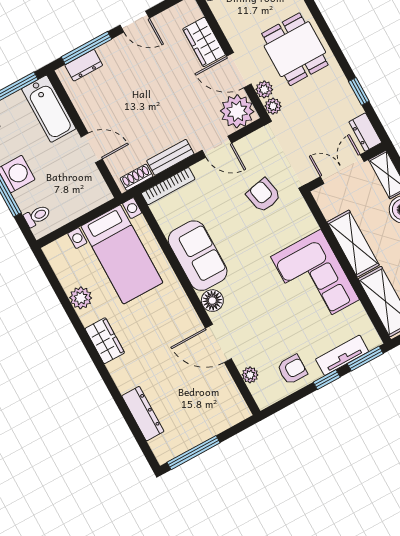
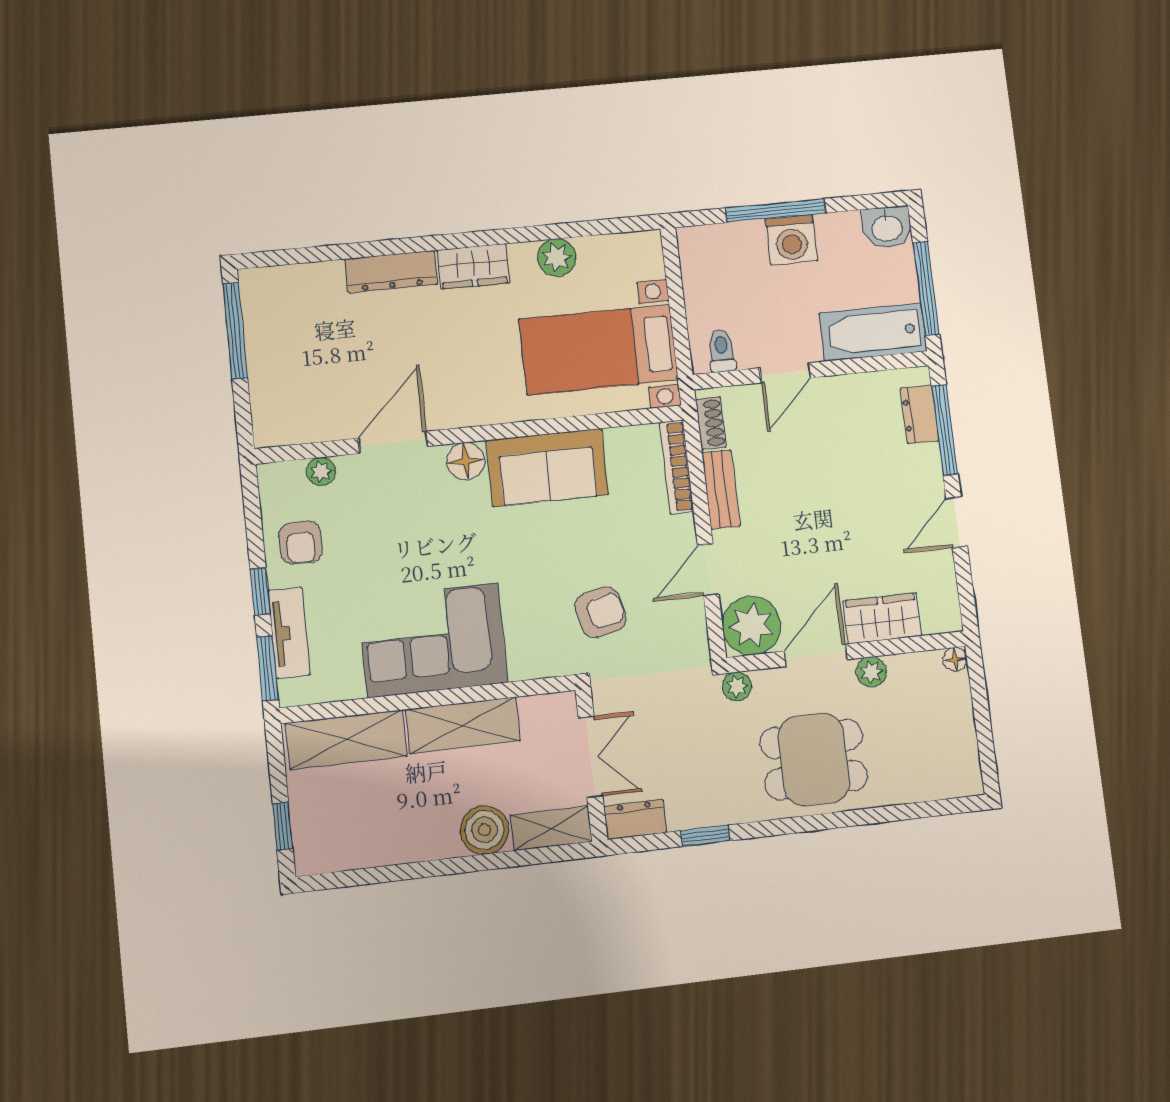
plant: (264, 89) -> (871, 672), moved
toilet: (37, 216) -> (722, 351), moved, turned 180
dresser: (143, 414) -> (391, 272), moved

